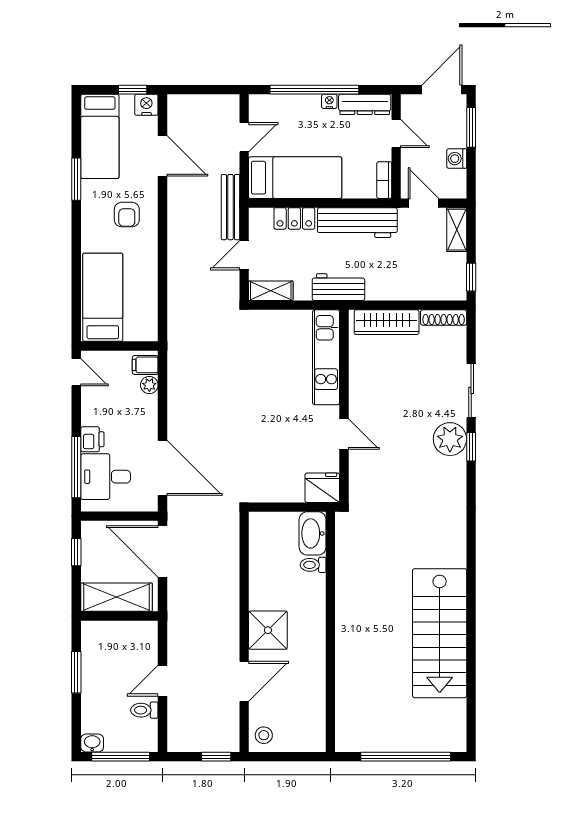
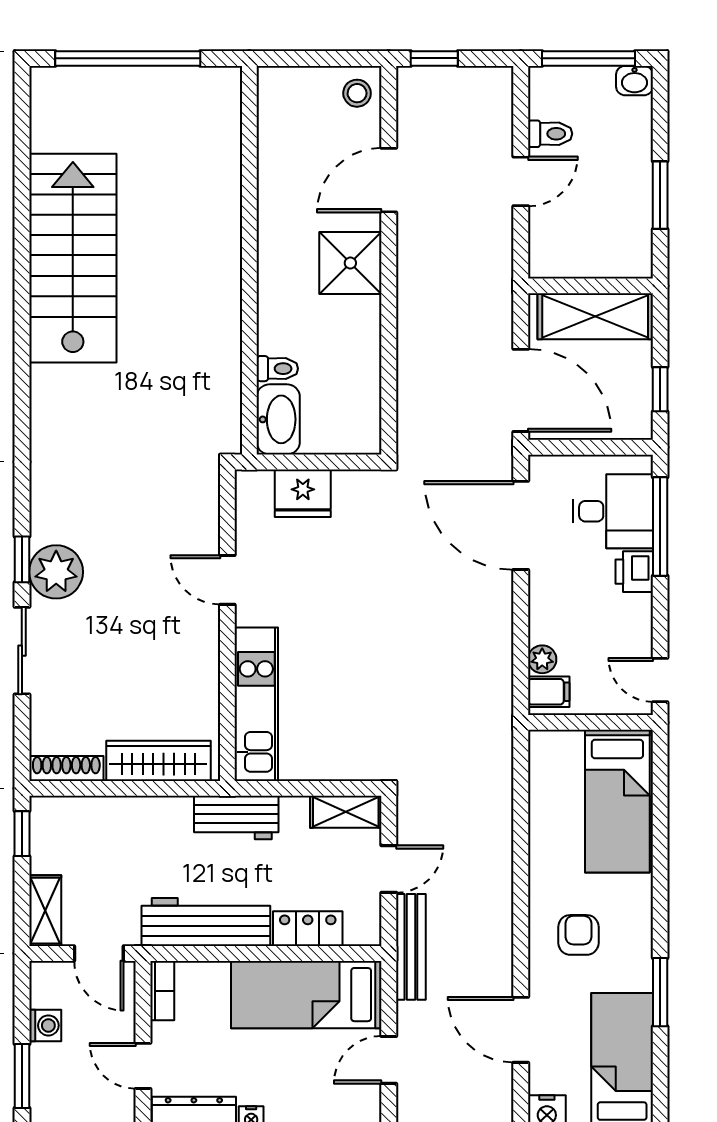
fridge: (322, 488) -> (303, 493), moved

